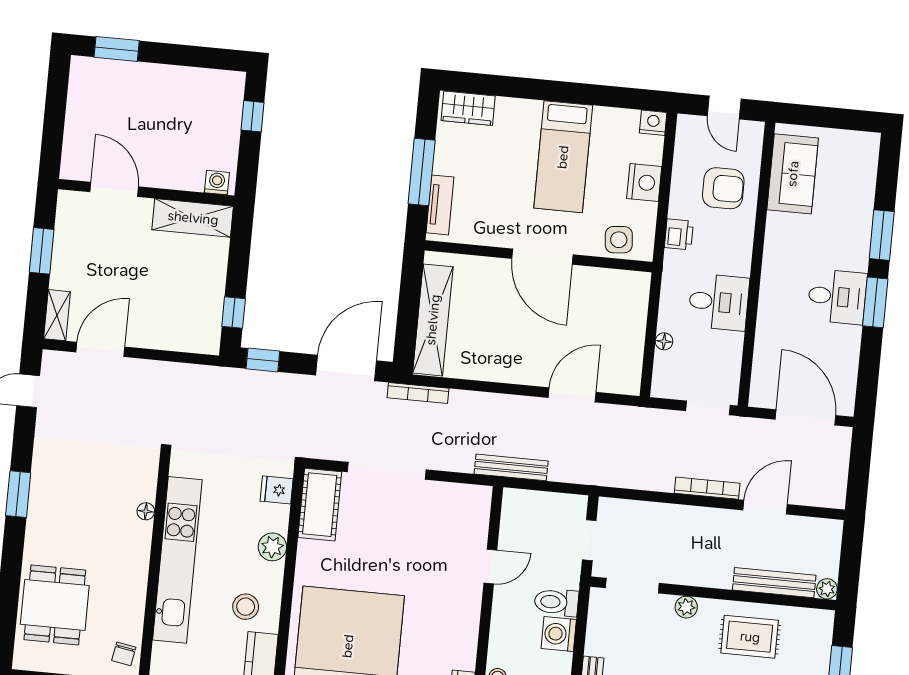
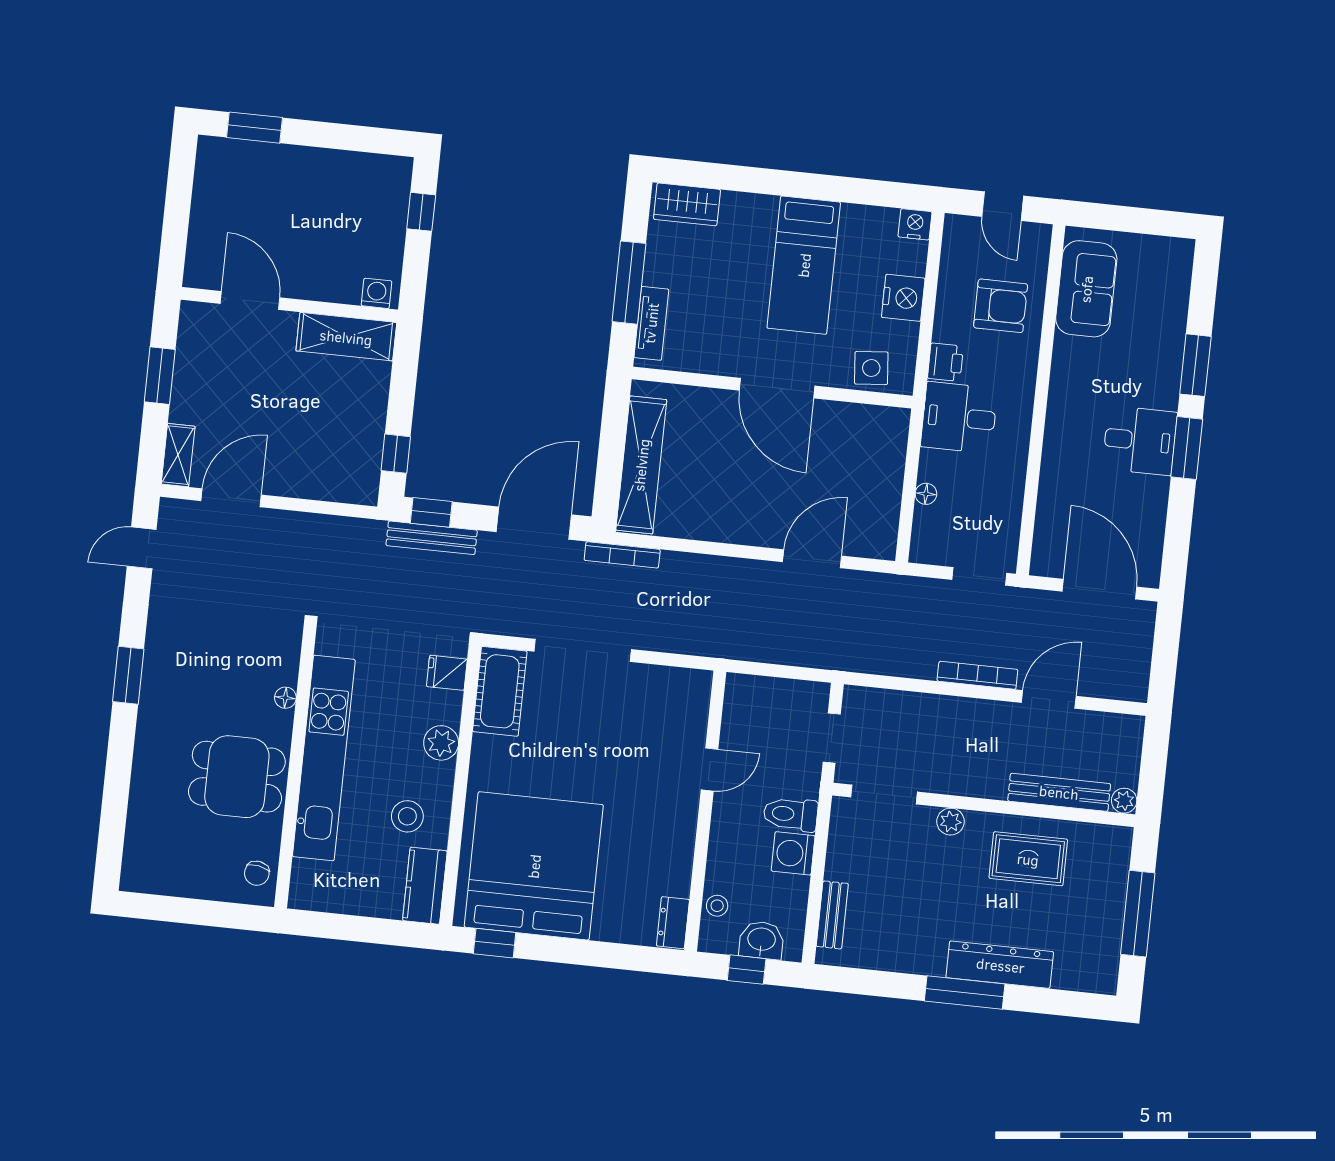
desk: (719, 302) -> (959, 418), moved, turned 180
bench: (511, 467) -> (432, 538), moved
dining table: (55, 605) -> (237, 777), moved, turned 90

